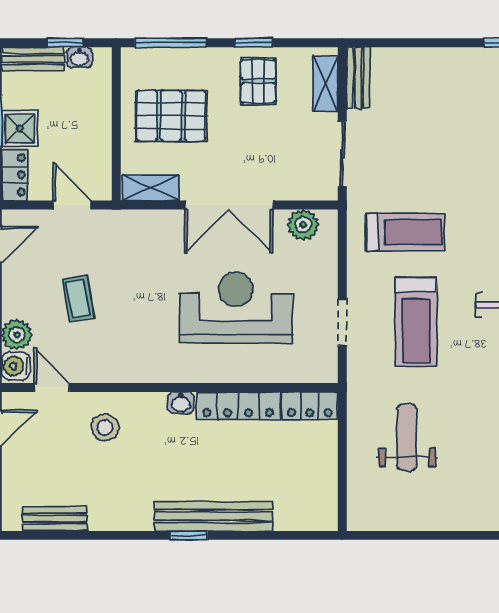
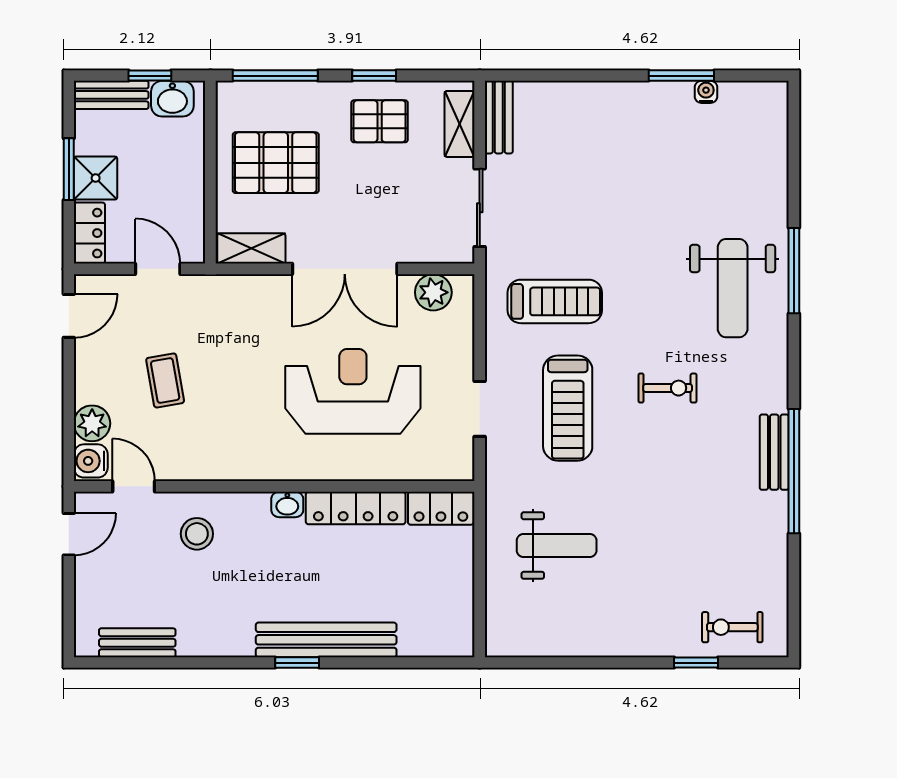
washbasin: (79, 57) -> (172, 99), width x1.38, depth x1.45
pallet: (258, 81) -> (380, 121), turned 90
weight bench: (407, 437) -> (557, 546), turned 90

